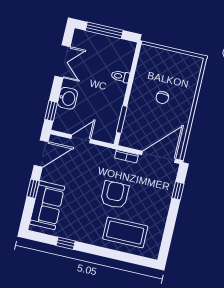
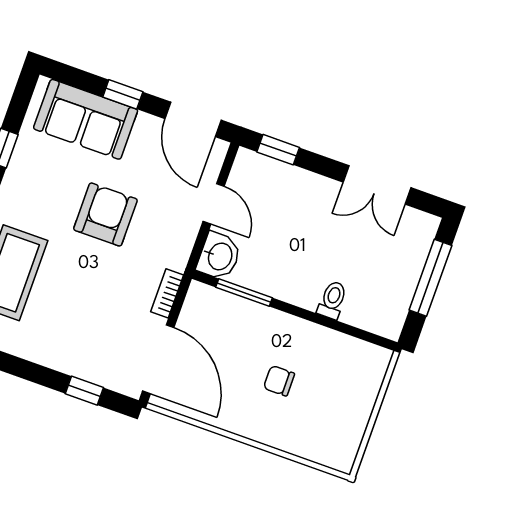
washbasin: (68, 98) -> (219, 256), moved, turned -90
armchair: (115, 195) -> (105, 215), moved, turned -90

